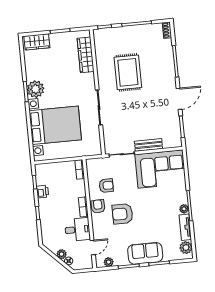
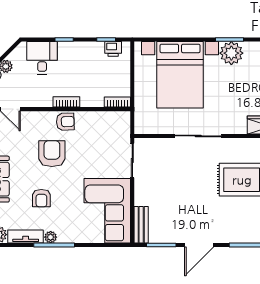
door: (179, 99) -> (199, 245), hinge flipped
bench: (148, 145) -> (141, 225), moved
armchair: (106, 186) -> (41, 198), moved
printer: (43, 192) -> (113, 49), moved
desk: (77, 230) -> (42, 58), moved, turned 180

